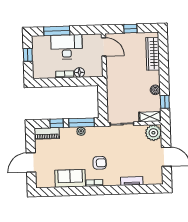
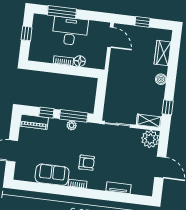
wardrobe: (153, 54) -> (163, 53), width x0.67
boiler: (155, 90) -> (161, 79), moved

